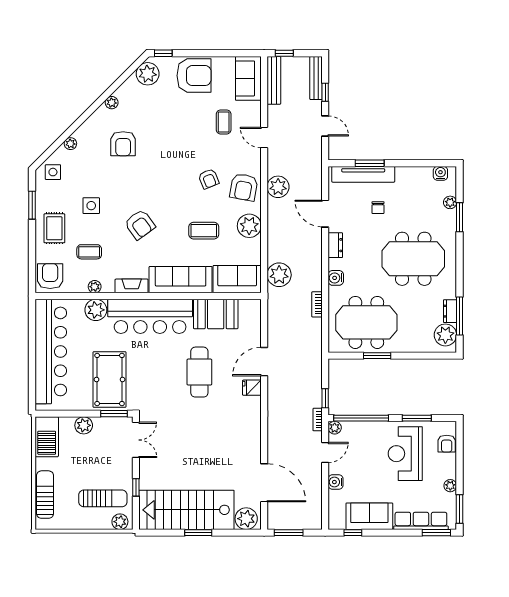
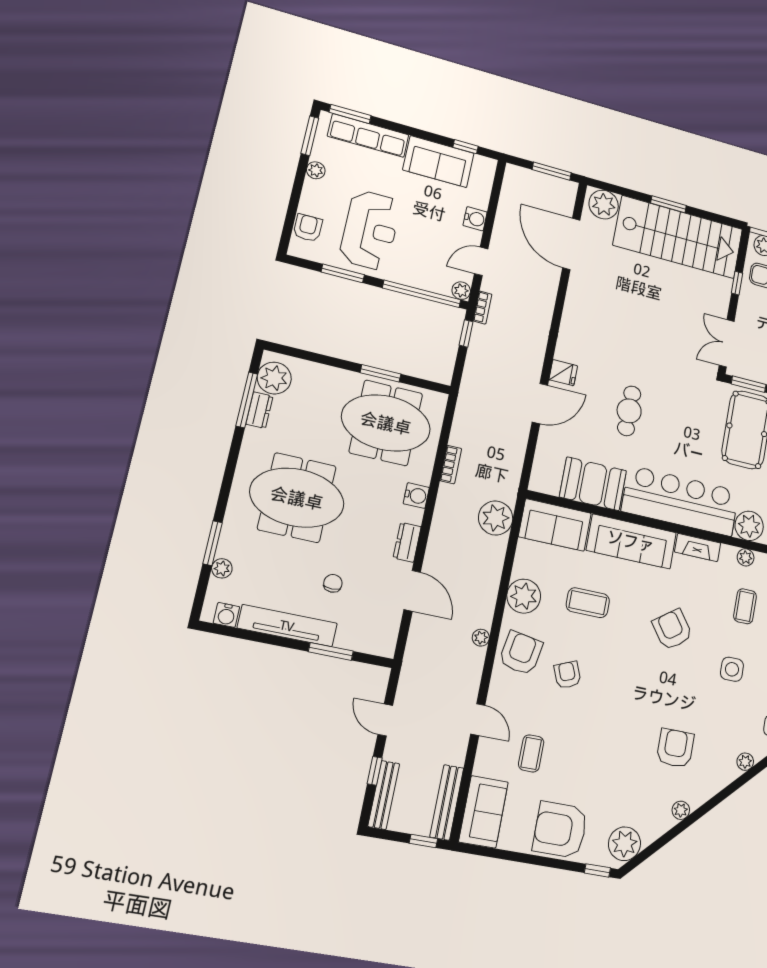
tv unit: (363, 174) -> (287, 626), moved
plant: (278, 187) -> (481, 638), width x0.53, depth x0.53
coffee table: (89, 252) -> (745, 606), turned 90
cafe table: (199, 372) -> (629, 411), width x0.73, depth x0.74

